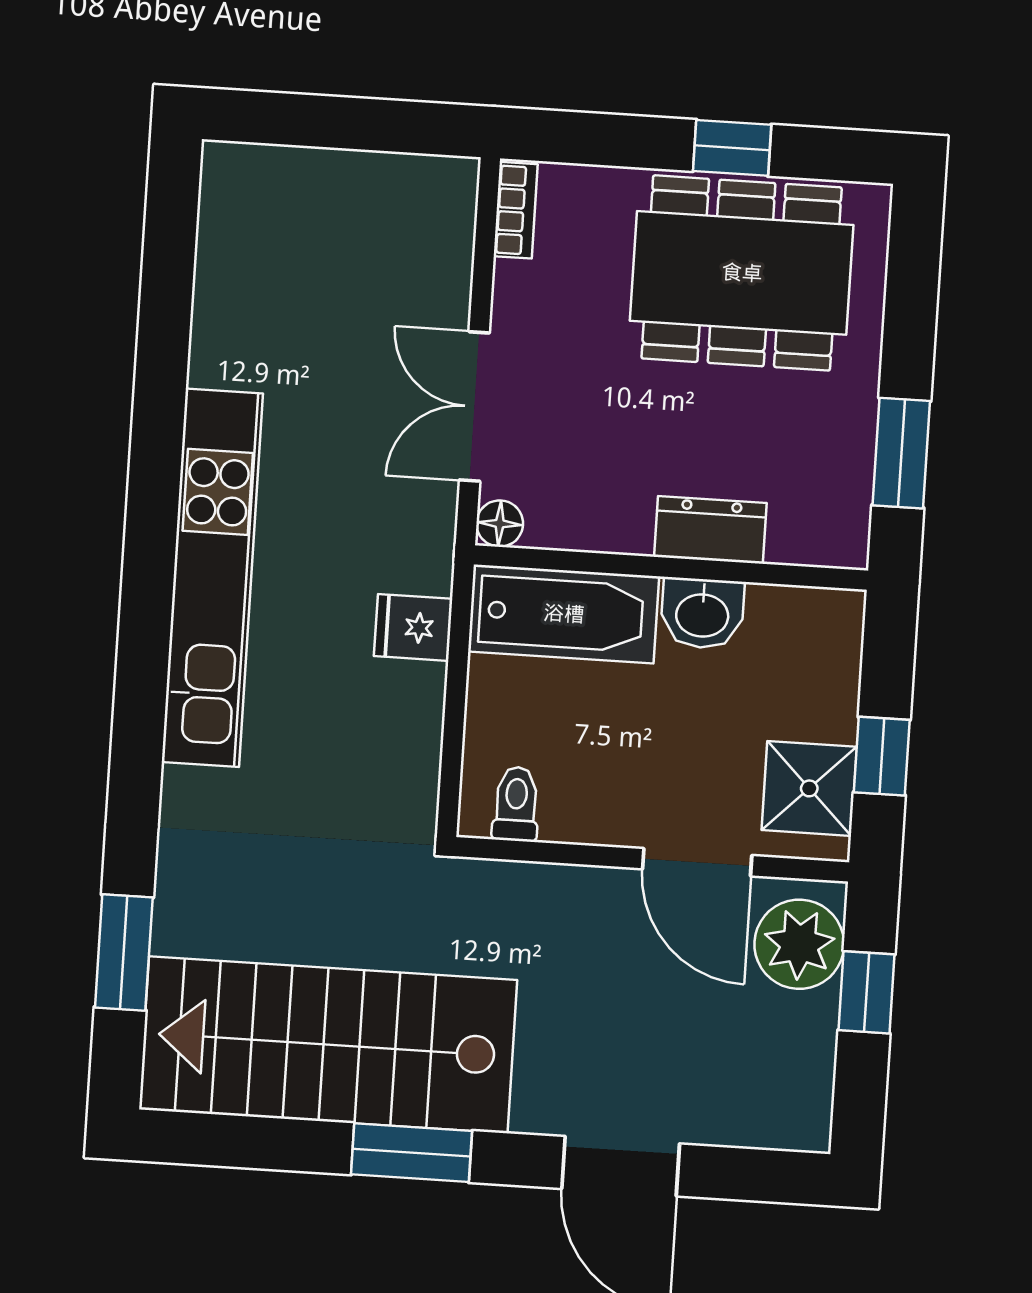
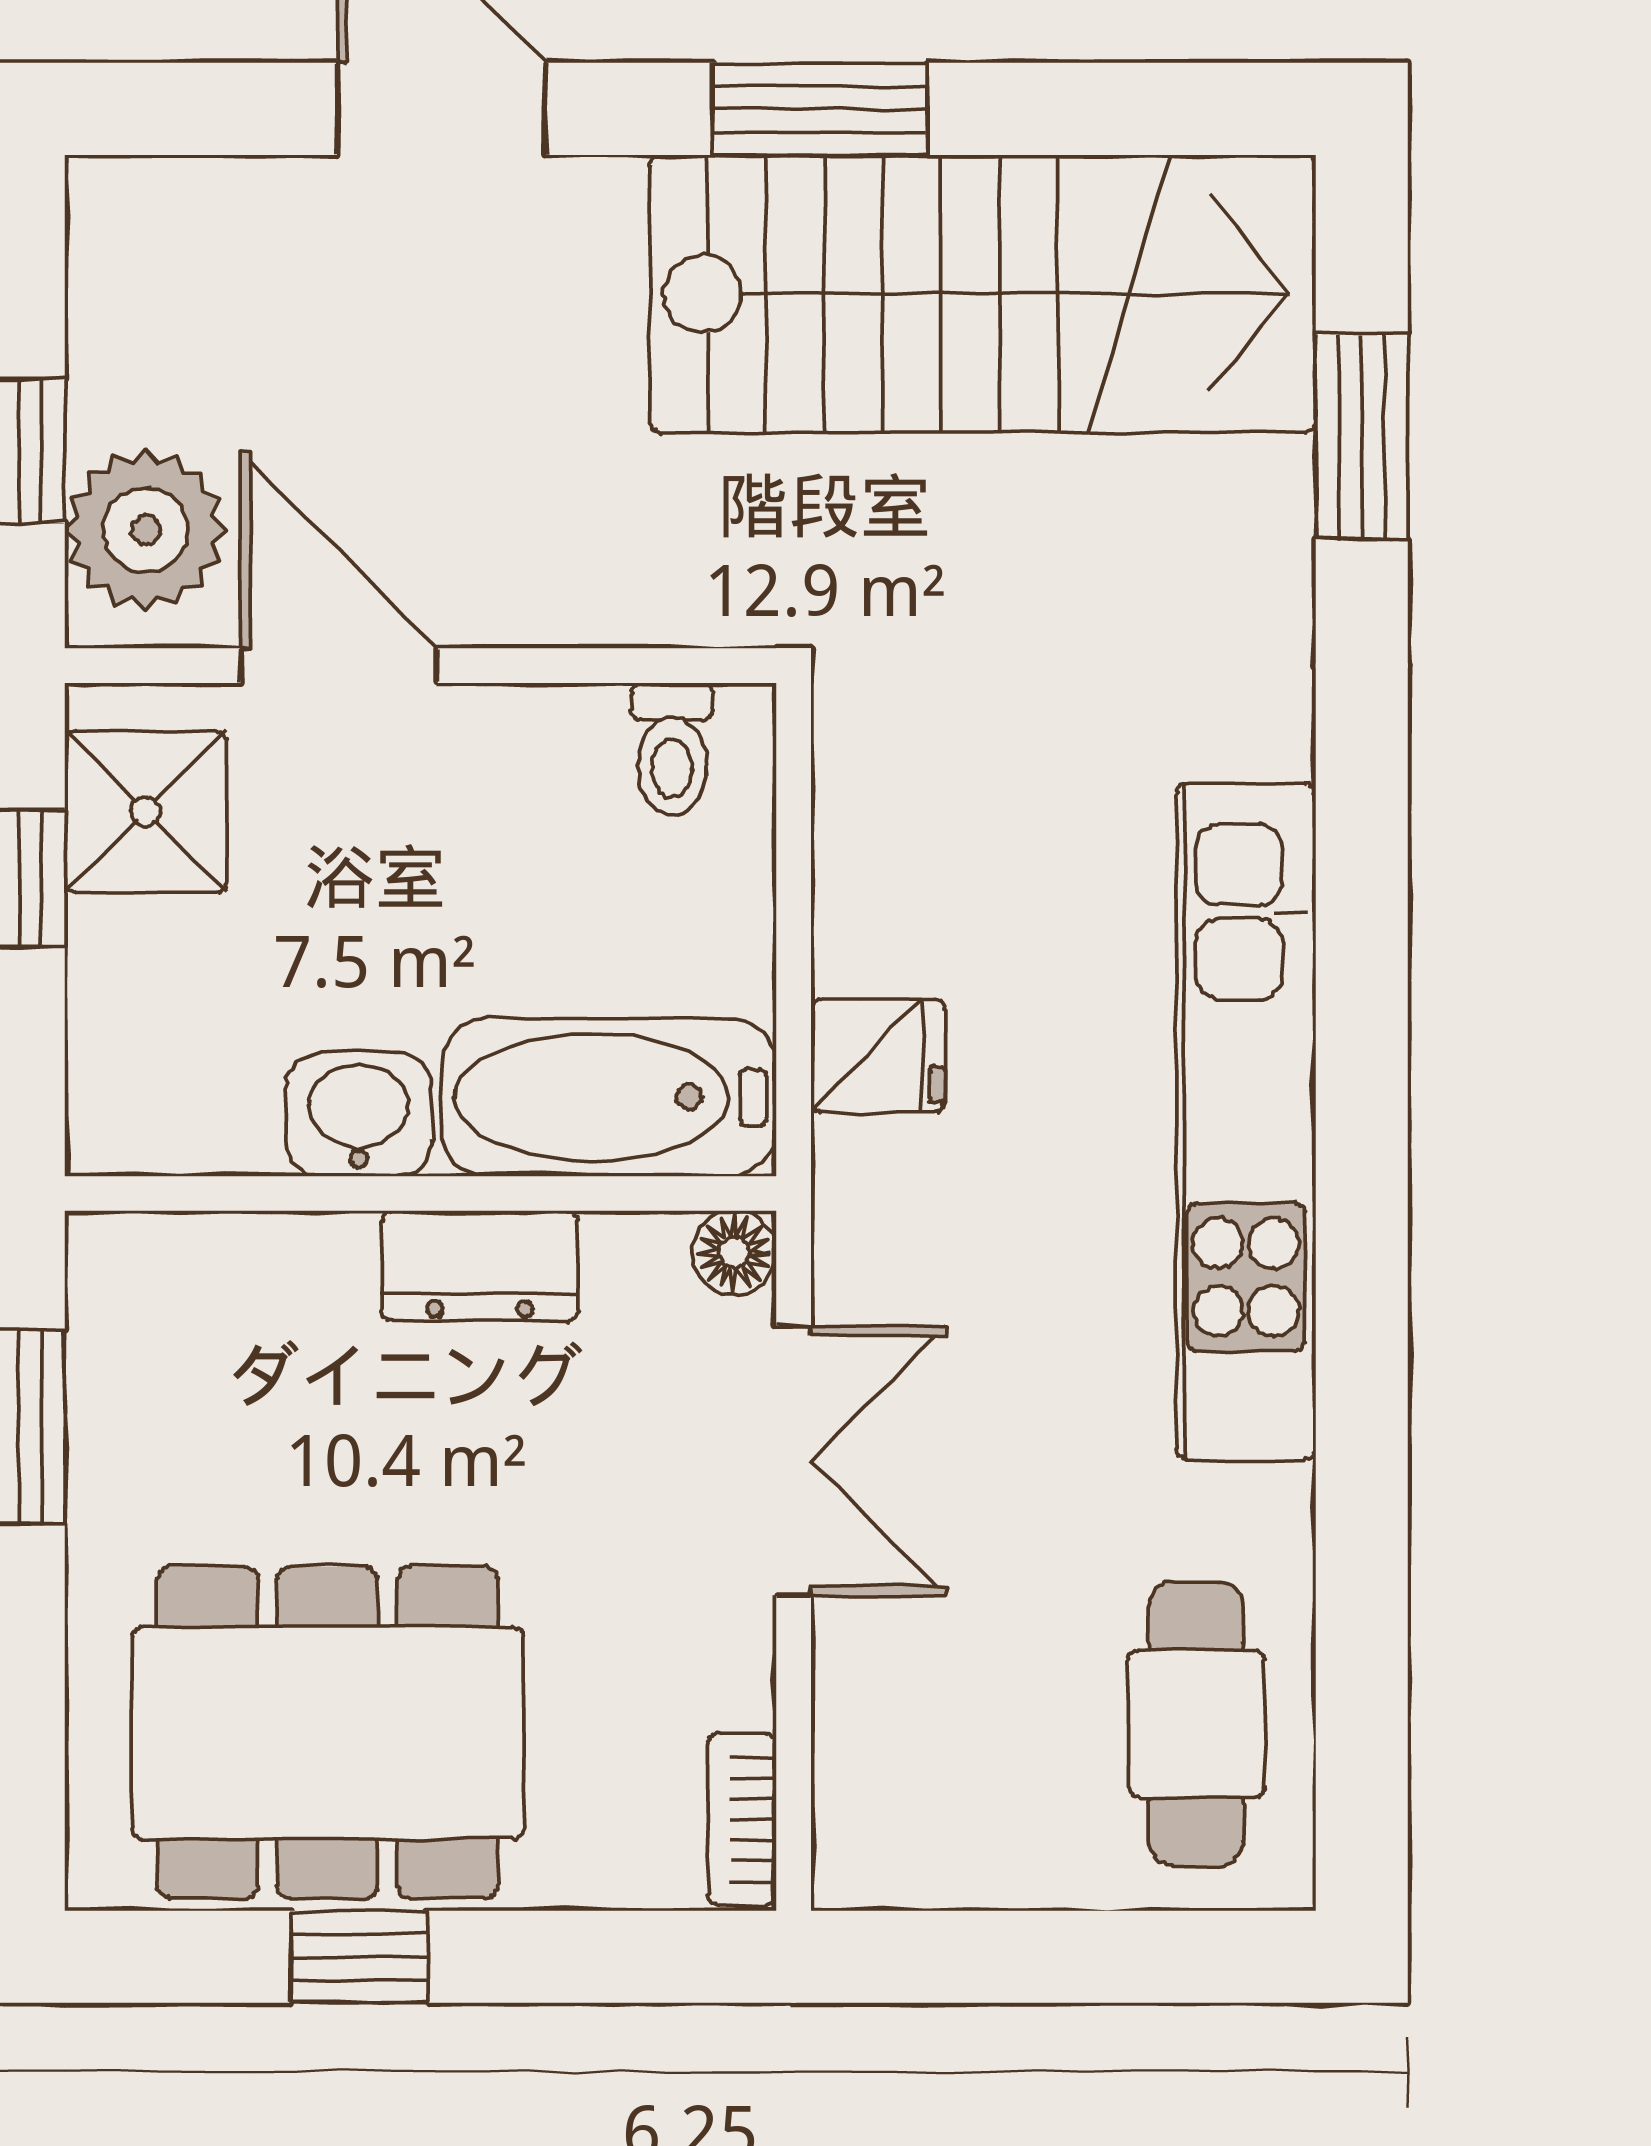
cafe table: (261, 247) -> (1196, 1723), added
dresser: (710, 530) -> (480, 1266), moved

